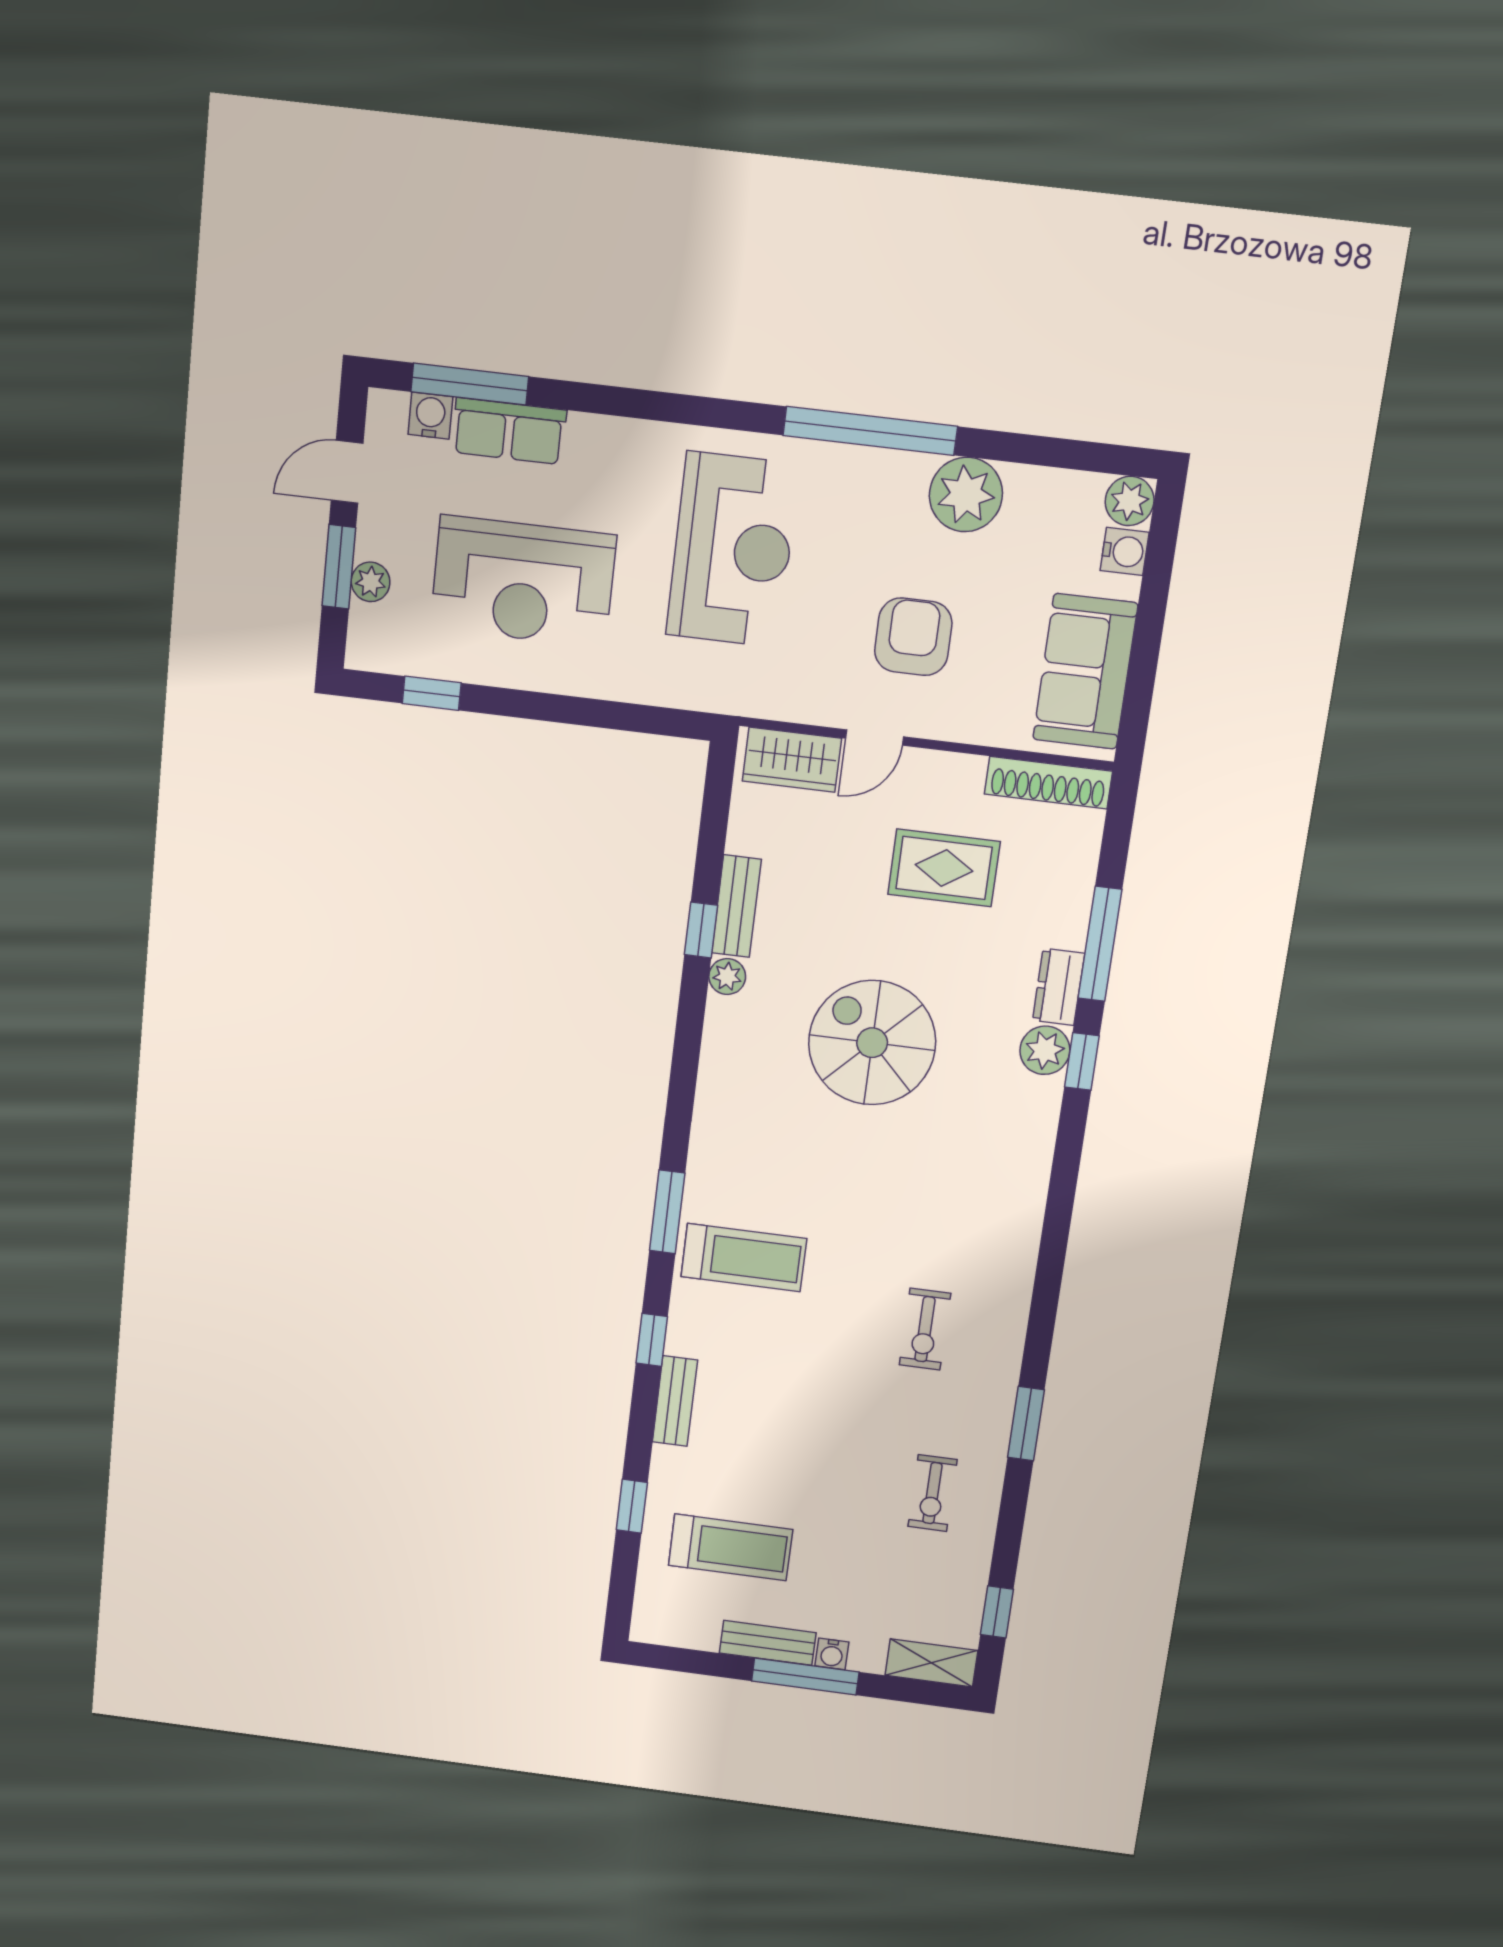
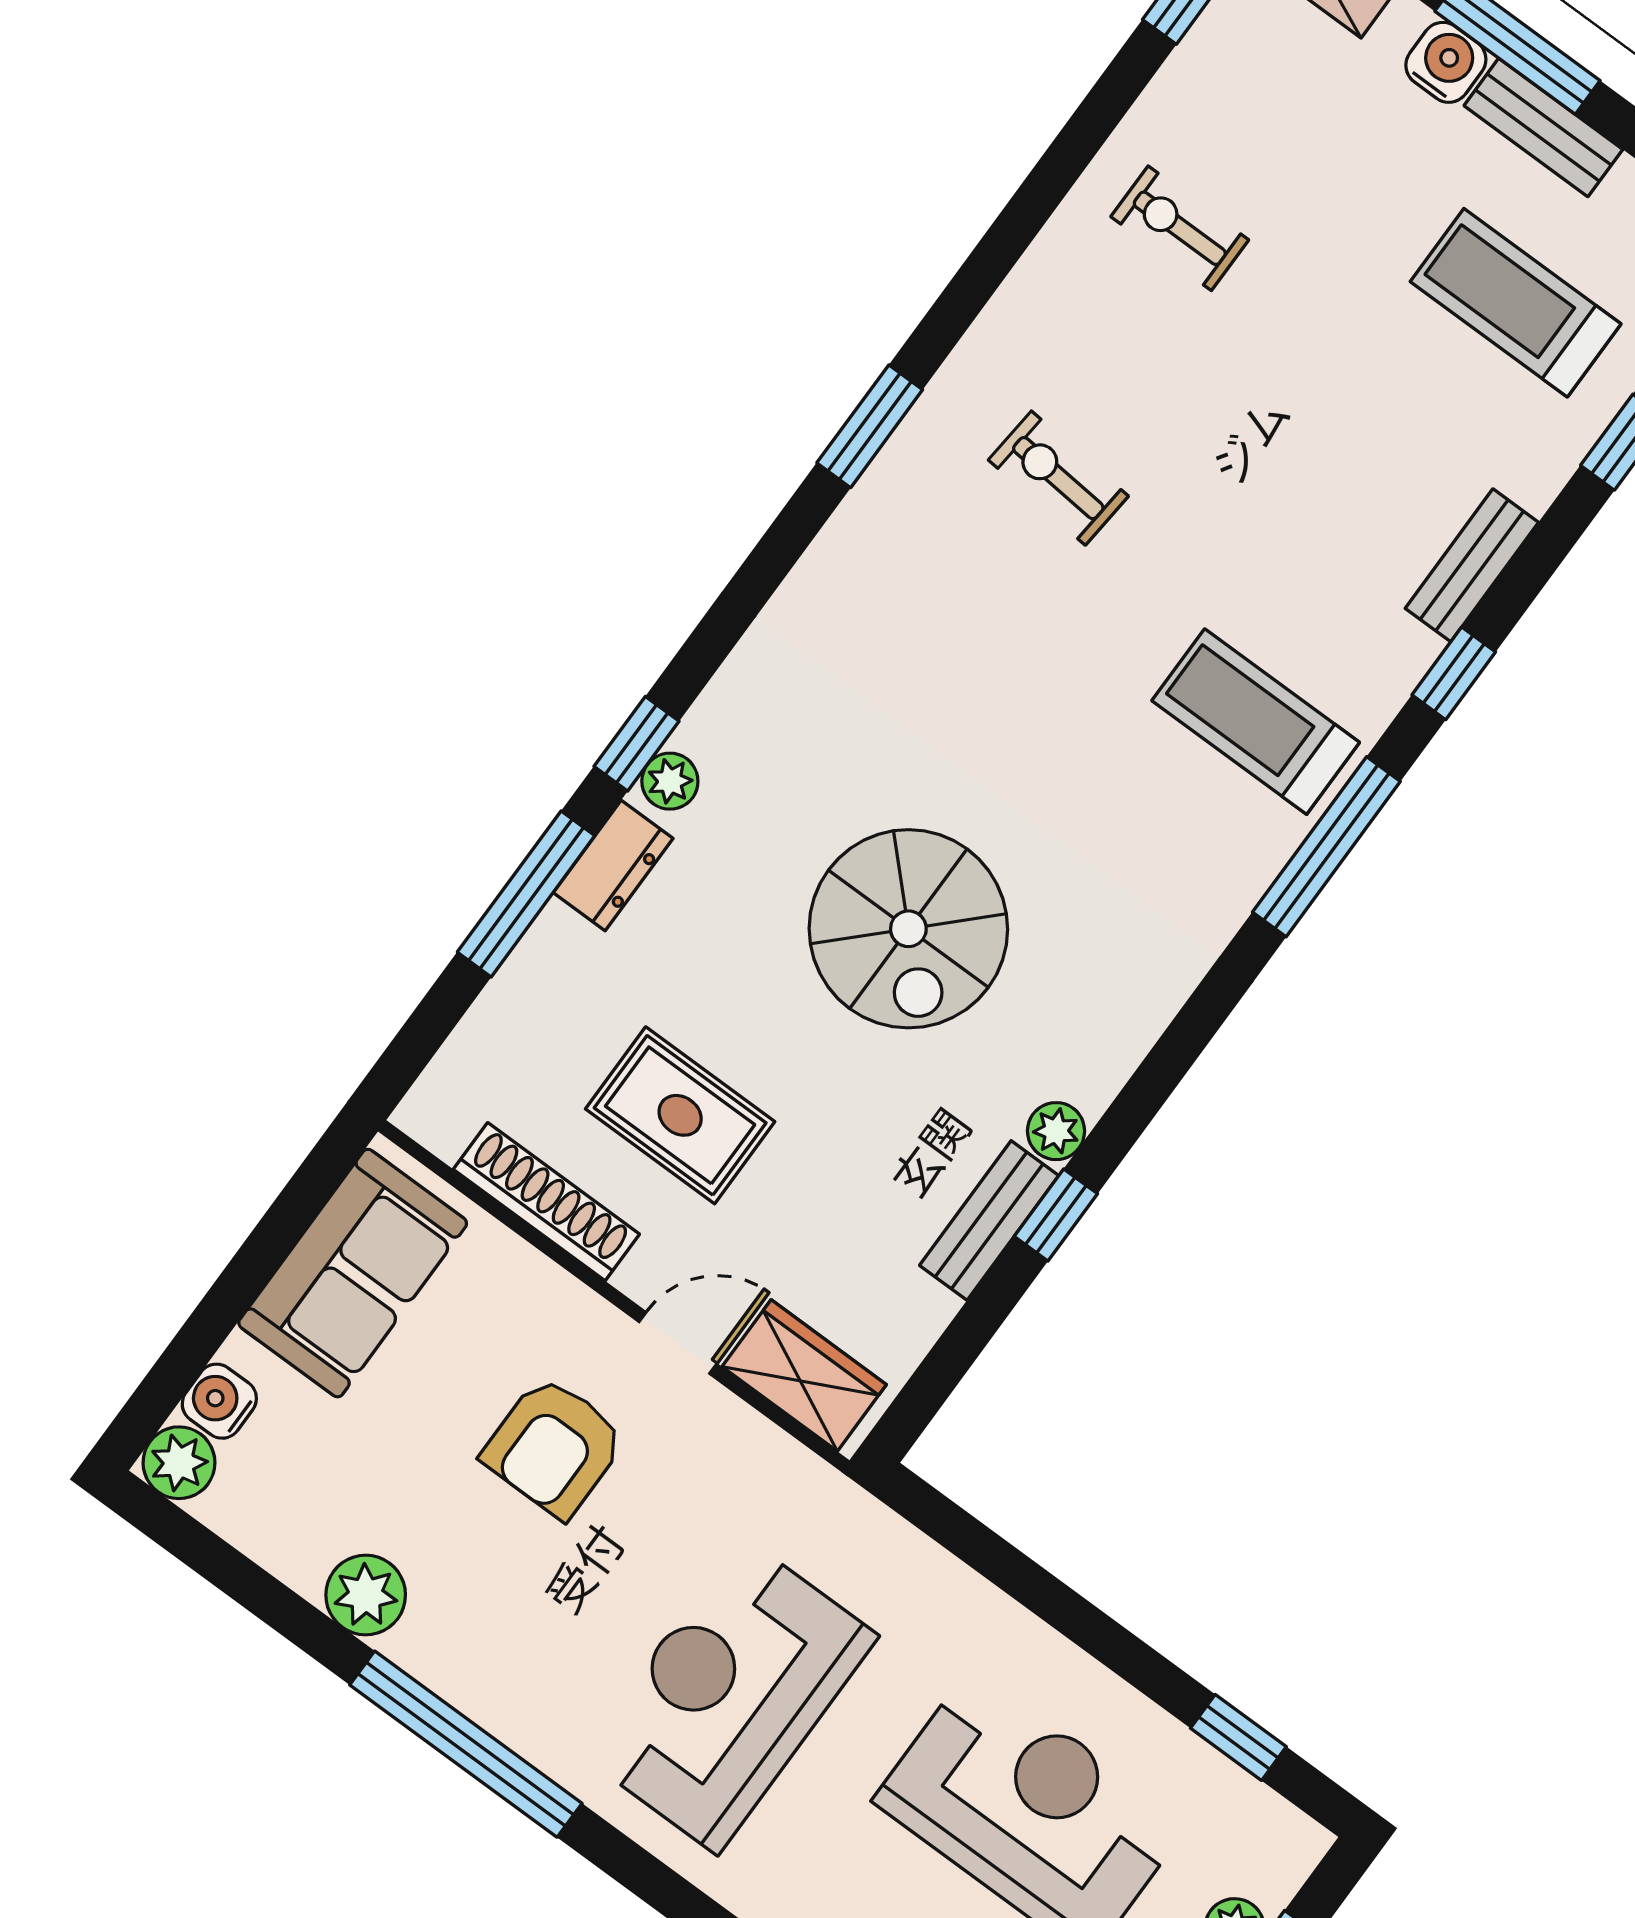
plant: (966, 495) -> (366, 1595), width x0.73, depth x0.73
shoe rack: (1048, 783) -> (546, 1202), moved
plant: (1045, 1050) -> (670, 781), width x0.73, depth x0.73
window: (667, 1212) -> (1326, 847), width x1.44
exercise bike: (925, 1329) -> (1058, 478), turned -85
window: (1026, 1424) -> (870, 426), moved
exercise bike: (932, 1493) -> (1180, 228), turned -90
water cooler: (832, 1654) -> (1446, 62), width x1.38, depth x1.38

